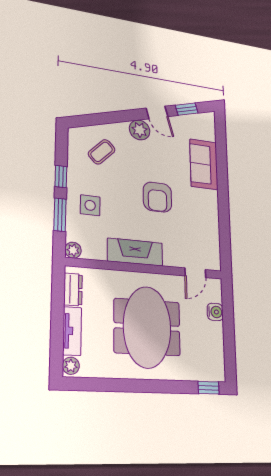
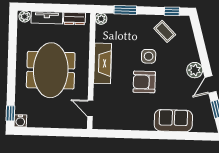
coffee table: (102, 152) -> (165, 31), moved
window: (61, 177) -> (172, 11), moved
side table: (90, 205) -> (149, 56), moved
water cooler: (215, 312) -> (20, 121), moved
meeting table: (147, 327) -> (51, 70), turned 90

